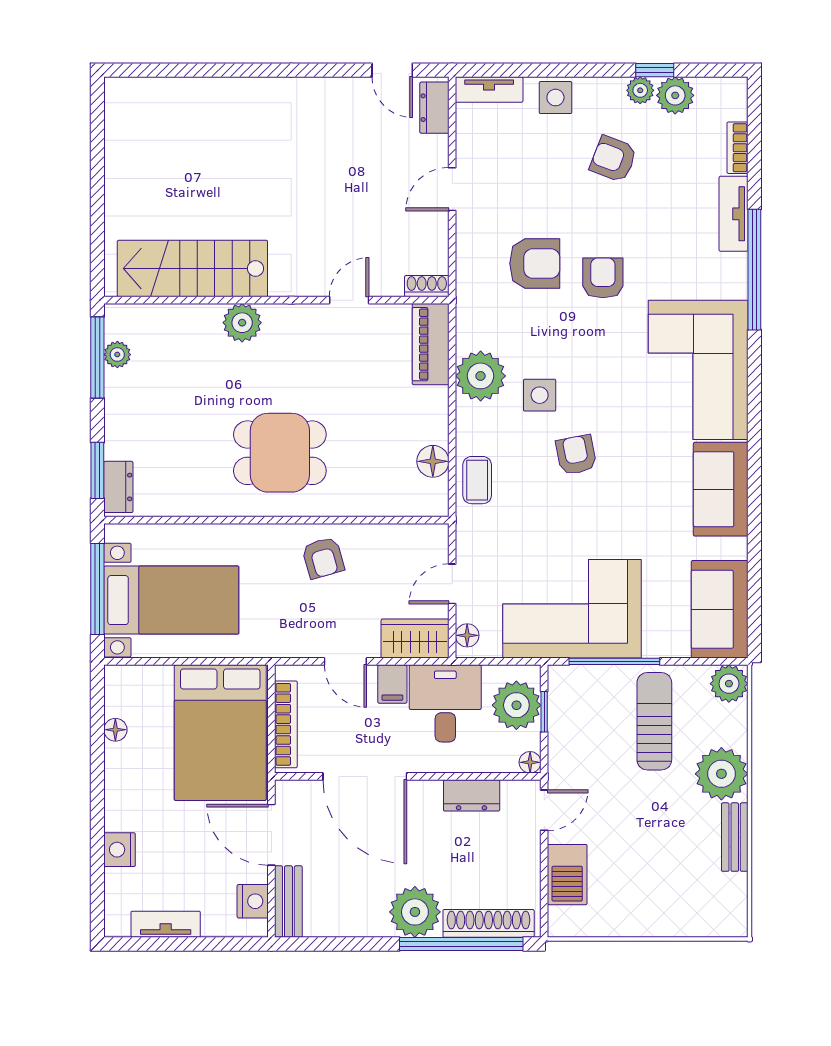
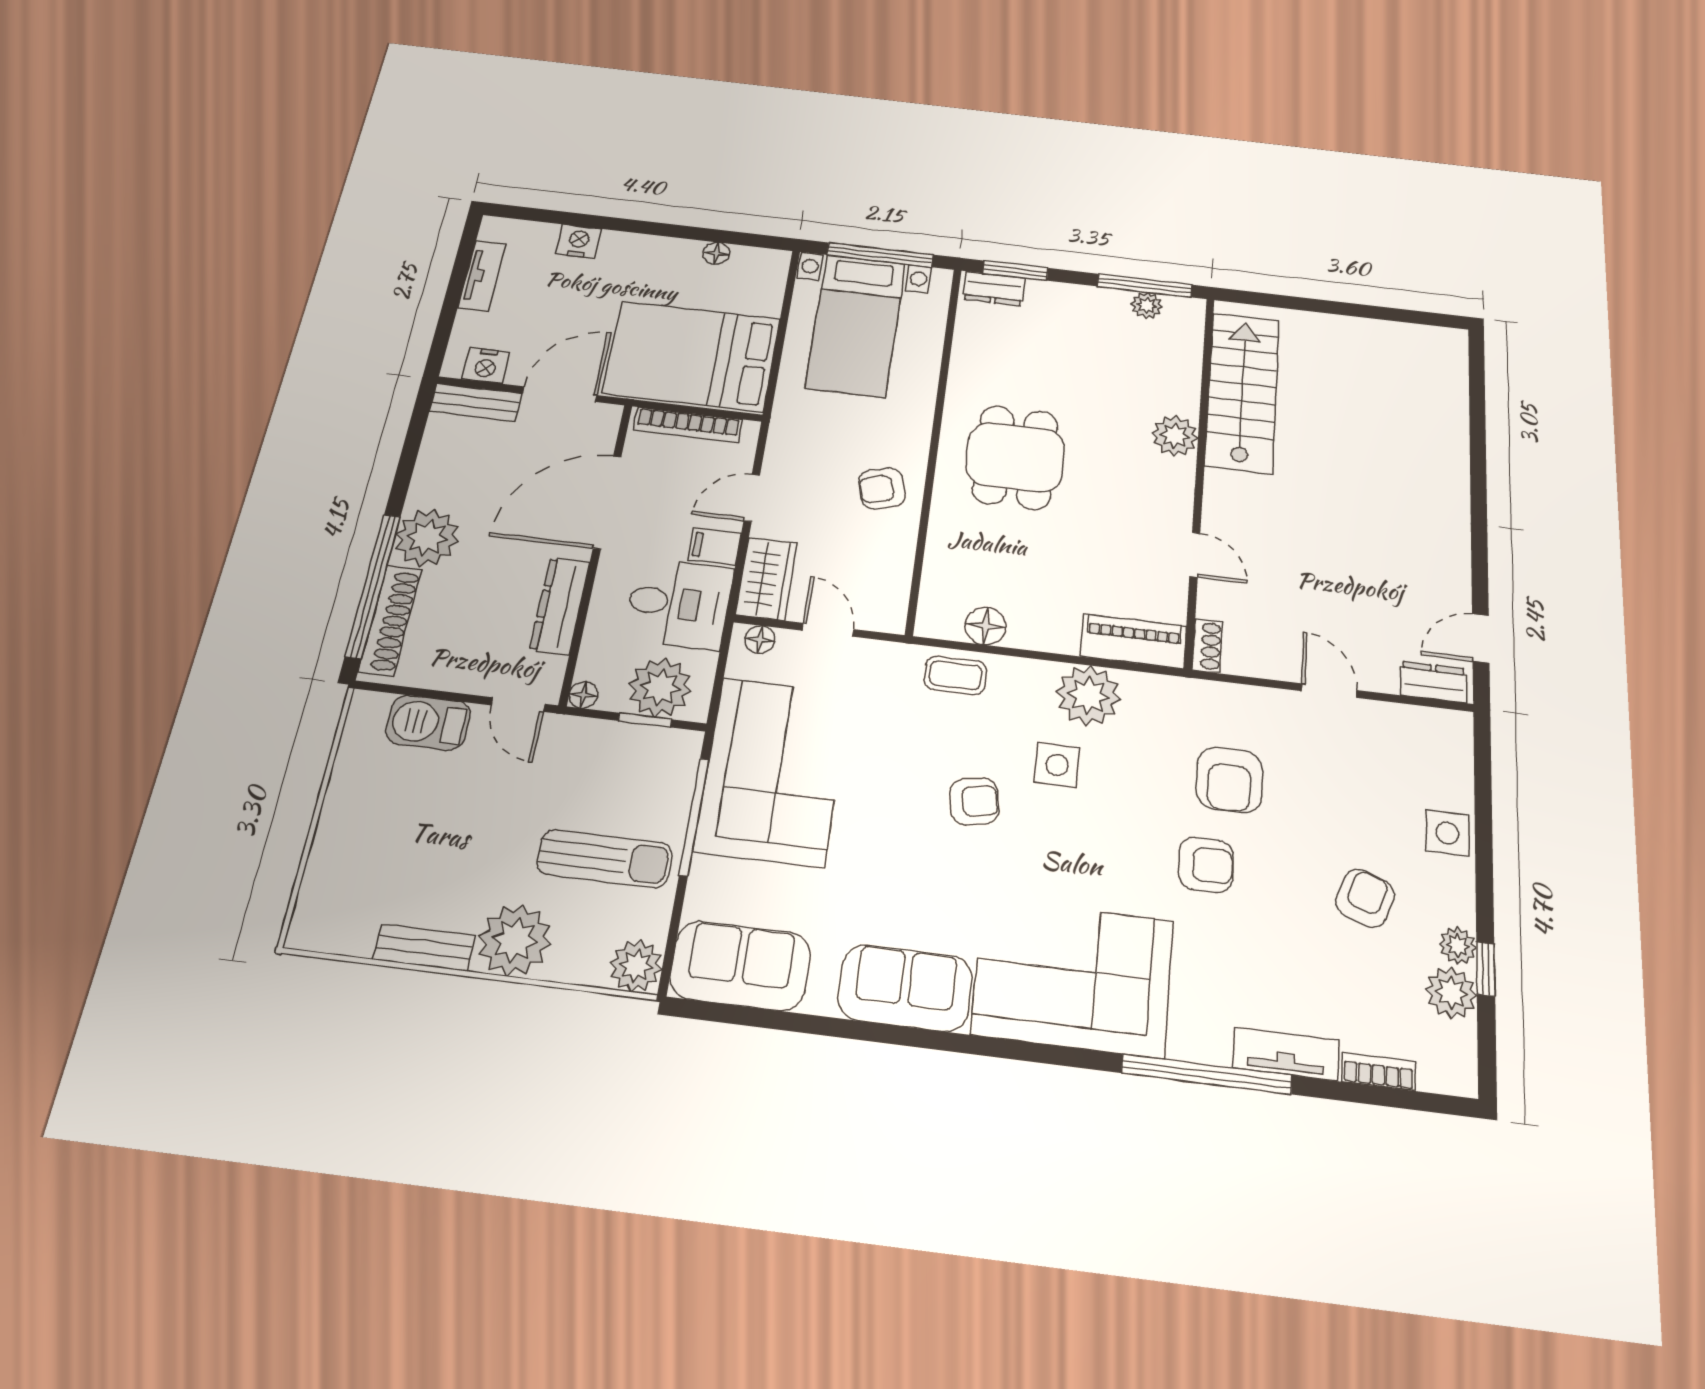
tv unit: (489, 90) -> (1457, 751), removed
dresser: (472, 795) -> (560, 606), width x1.44

